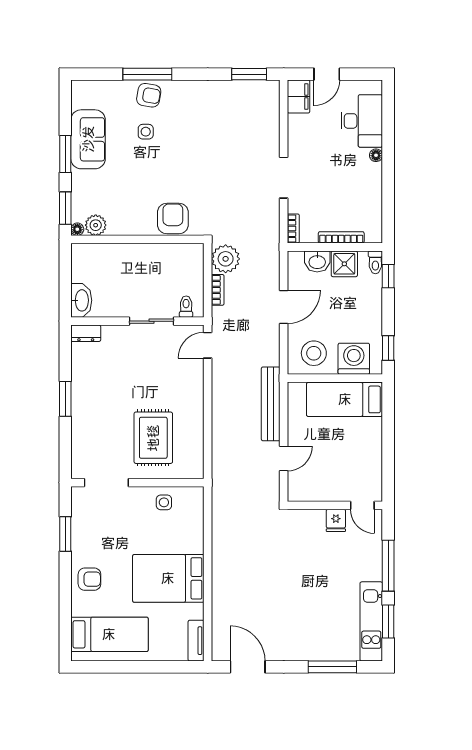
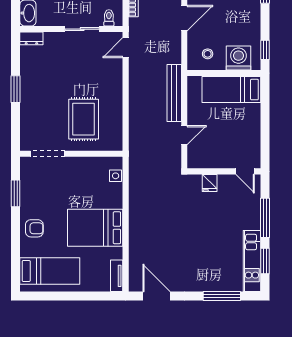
stool: (314, 353) -> (208, 54), width x0.53, depth x0.53
side table: (164, 502) -> (116, 176), moved
fridge: (336, 520) -> (210, 183), moved

